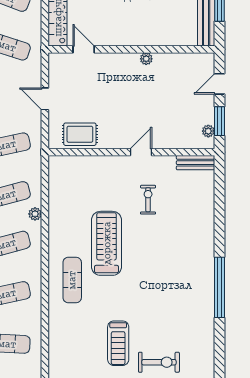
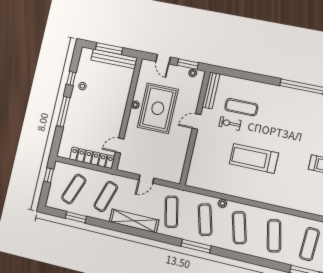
rug: (80, 134) -> (158, 108), moved, width x1.86, depth x2.06
door: (141, 152) -> (197, 121), hinge flipped
bench: (195, 163) -> (211, 91), width x1.36
exercise mat: (72, 280) -> (241, 107), moved

